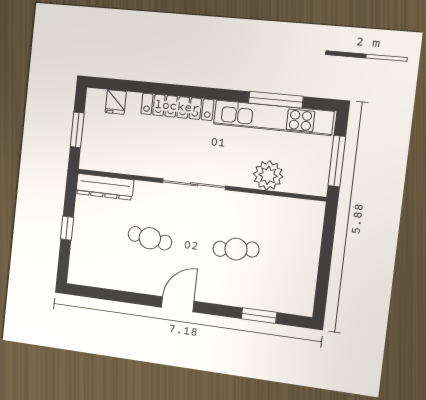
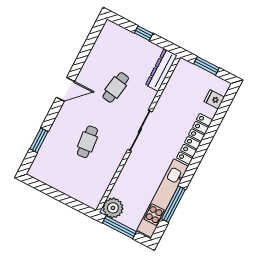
plant: (268, 175) -> (113, 208), moved
door: (178, 304) -> (65, 89), hinge flipped

